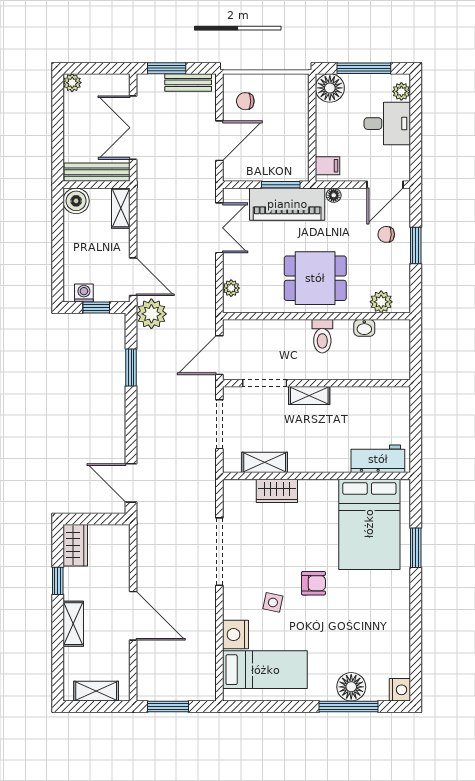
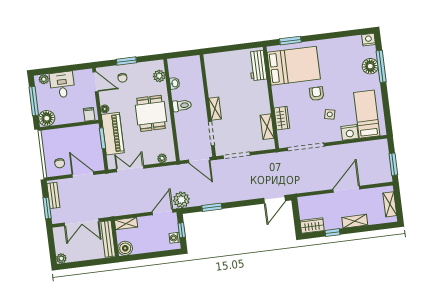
workbench: (378, 459) -> (258, 66), moved
shelving: (265, 462) -> (267, 127), moved
wall: (316, 476) -> (271, 98), moved
wardrobe: (277, 491) -> (282, 118), moved
bed: (369, 524) -> (294, 66), moved

